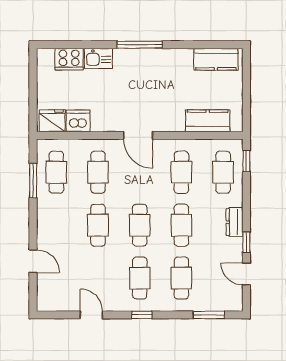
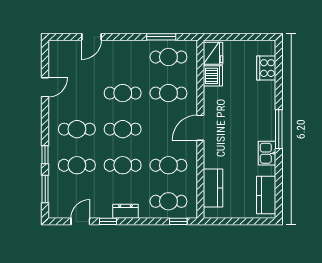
kitchen sink: (98, 58) -> (267, 153), moved
window: (142, 315) -> (45, 155), moved

